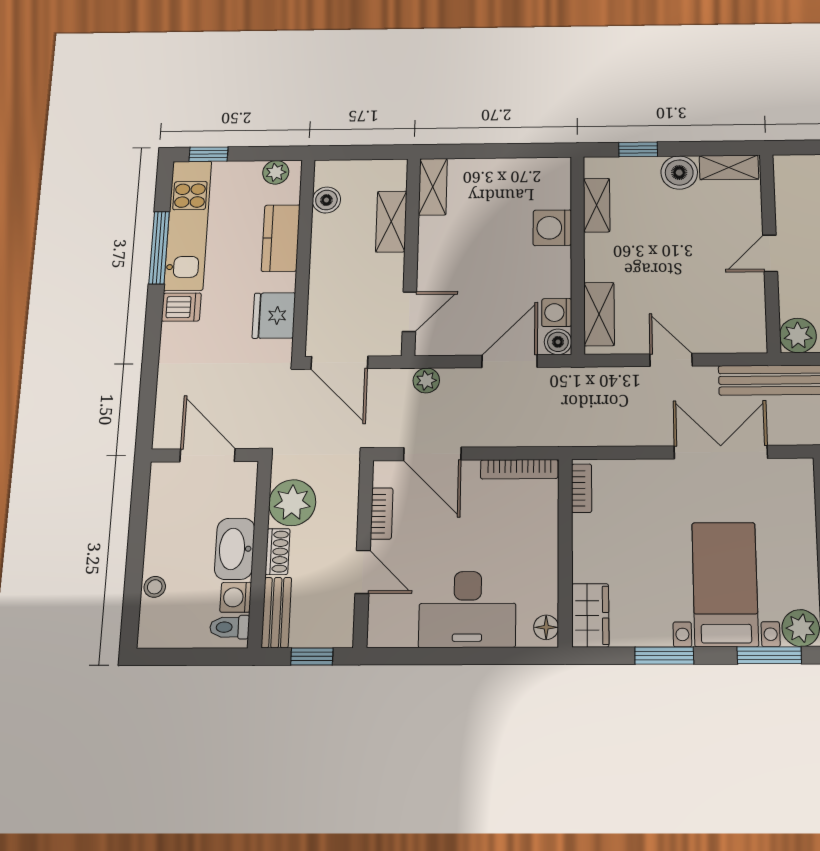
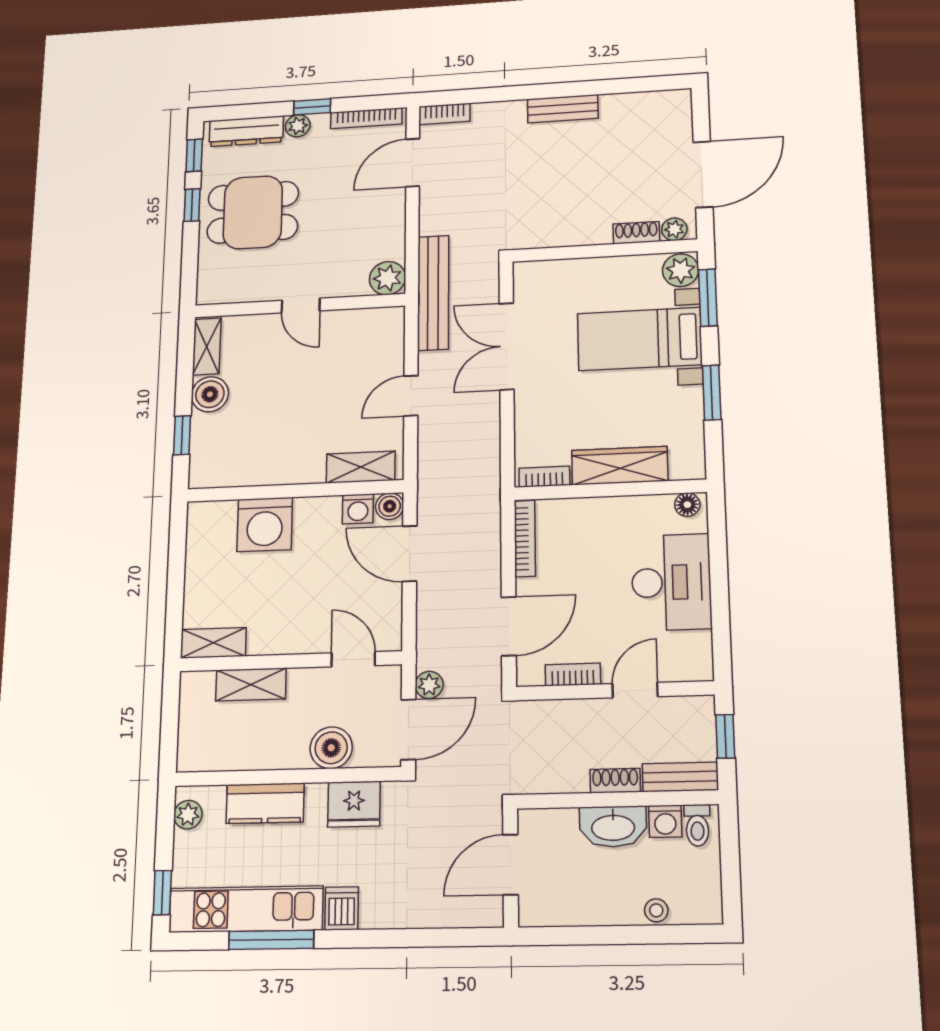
boiler: (326, 200) -> (331, 748), moved, width x1.36, depth x1.36
shelving: (597, 205) -> (242, 474), removed
washing machine: (552, 228) -> (265, 524), width x1.37, depth x1.37
plant: (426, 380) -> (429, 685), moved
plant: (292, 503) -> (562, 769), removed
wardrobe: (590, 615) -> (620, 466), moved, width x1.50

